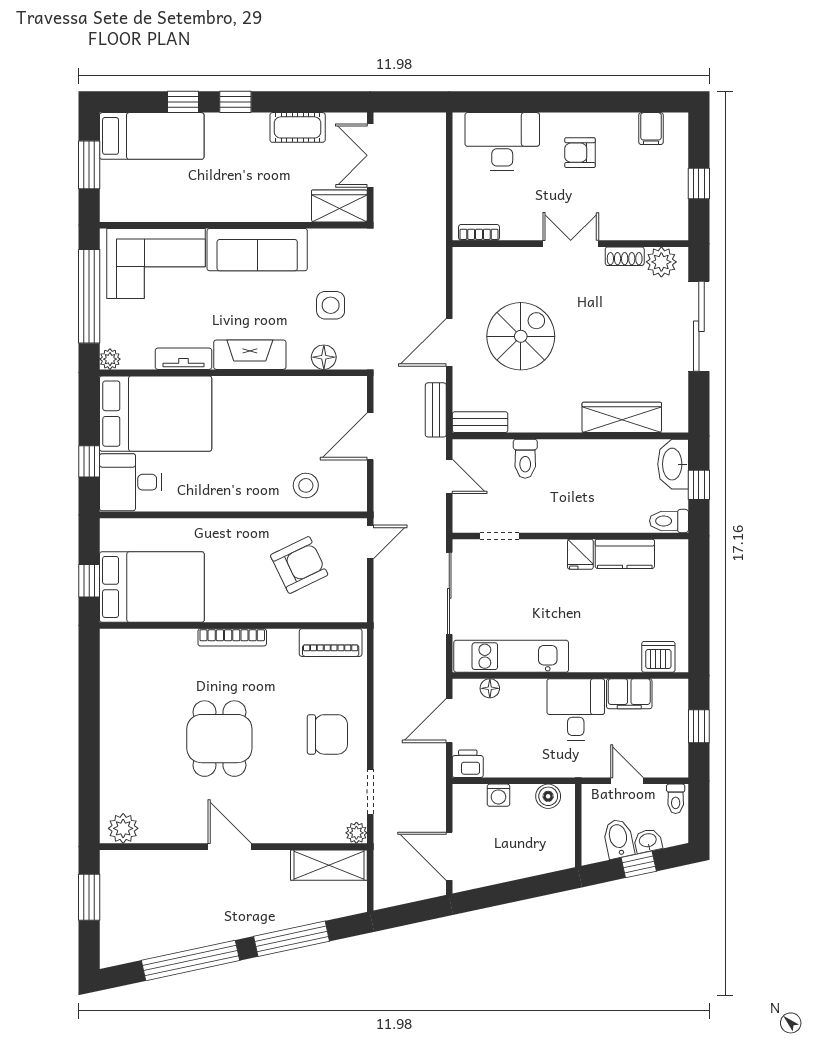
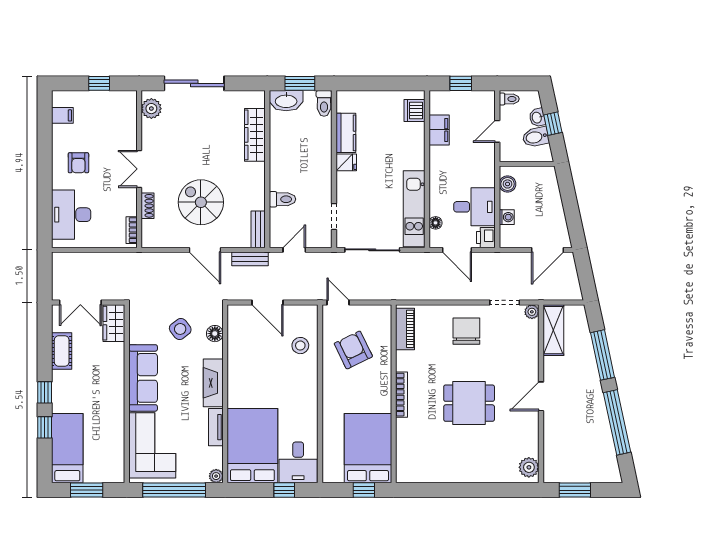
shoe rack: (625, 256) -> (147, 206), moved
side table: (331, 305) -> (180, 329), turned -37
window: (699, 485) -> (300, 83), width x1.50
desk: (576, 710) -> (474, 207), moved, turned 180

